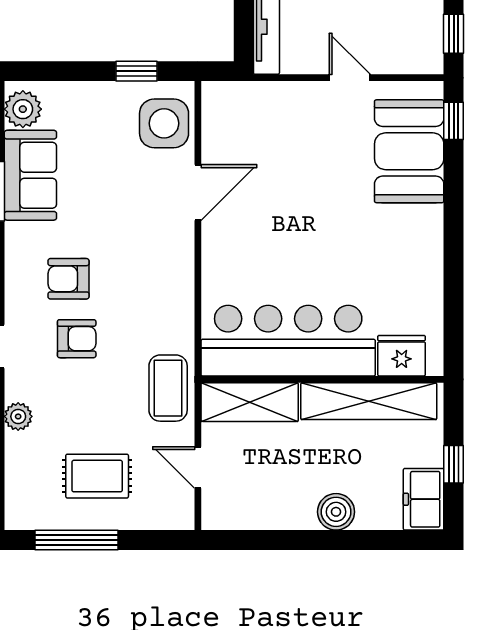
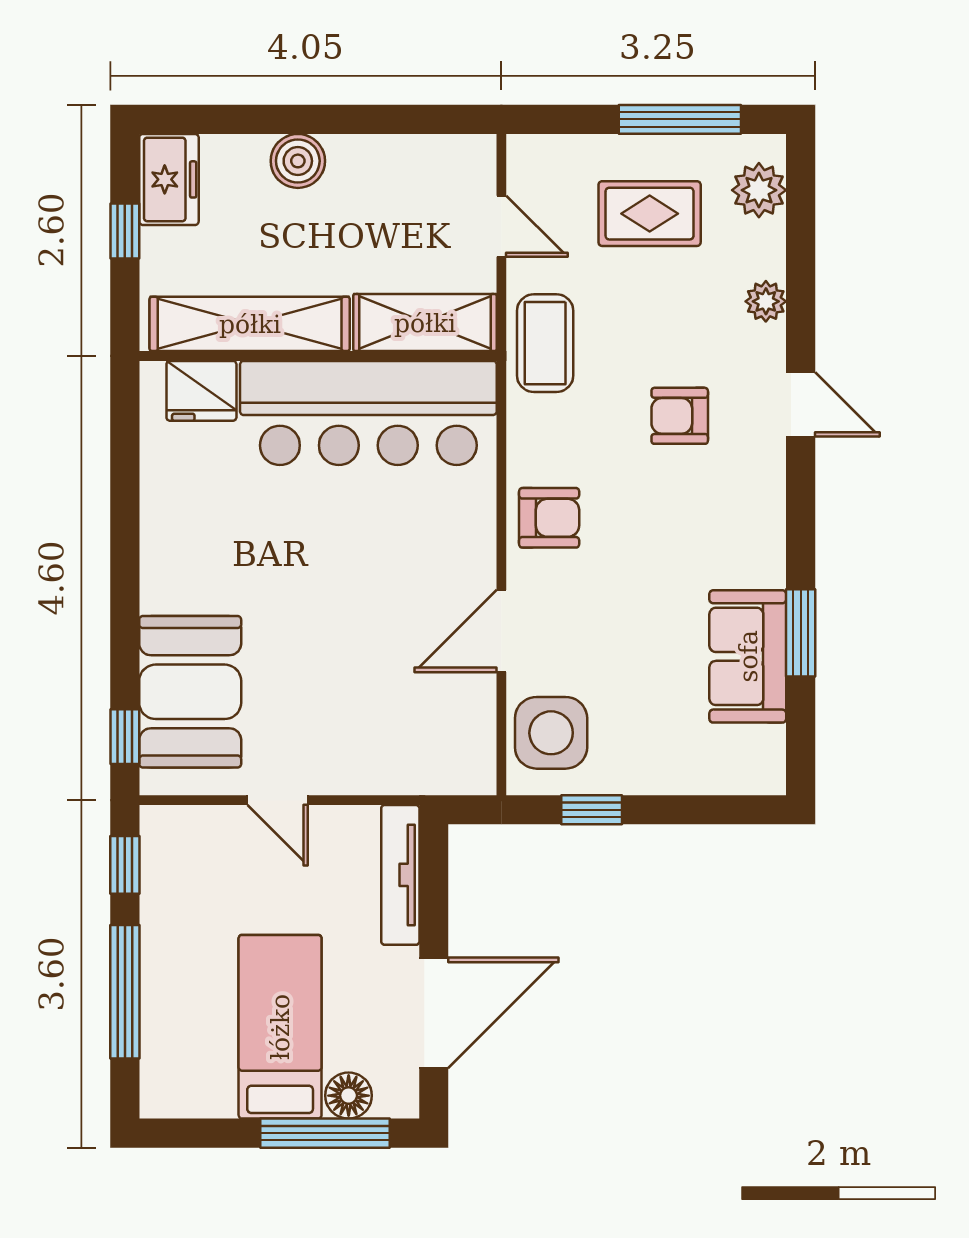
plant: (23, 109) -> (759, 190), moved
armchair: (68, 279) -> (549, 518), moved

